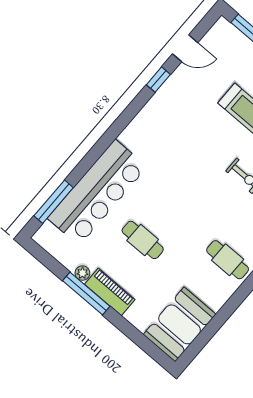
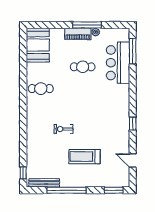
door: (185, 48) -> (133, 161), hinge flipped
window: (158, 80) -> (133, 124), moved
bar counter: (97, 193) -> (118, 63), width x0.73

